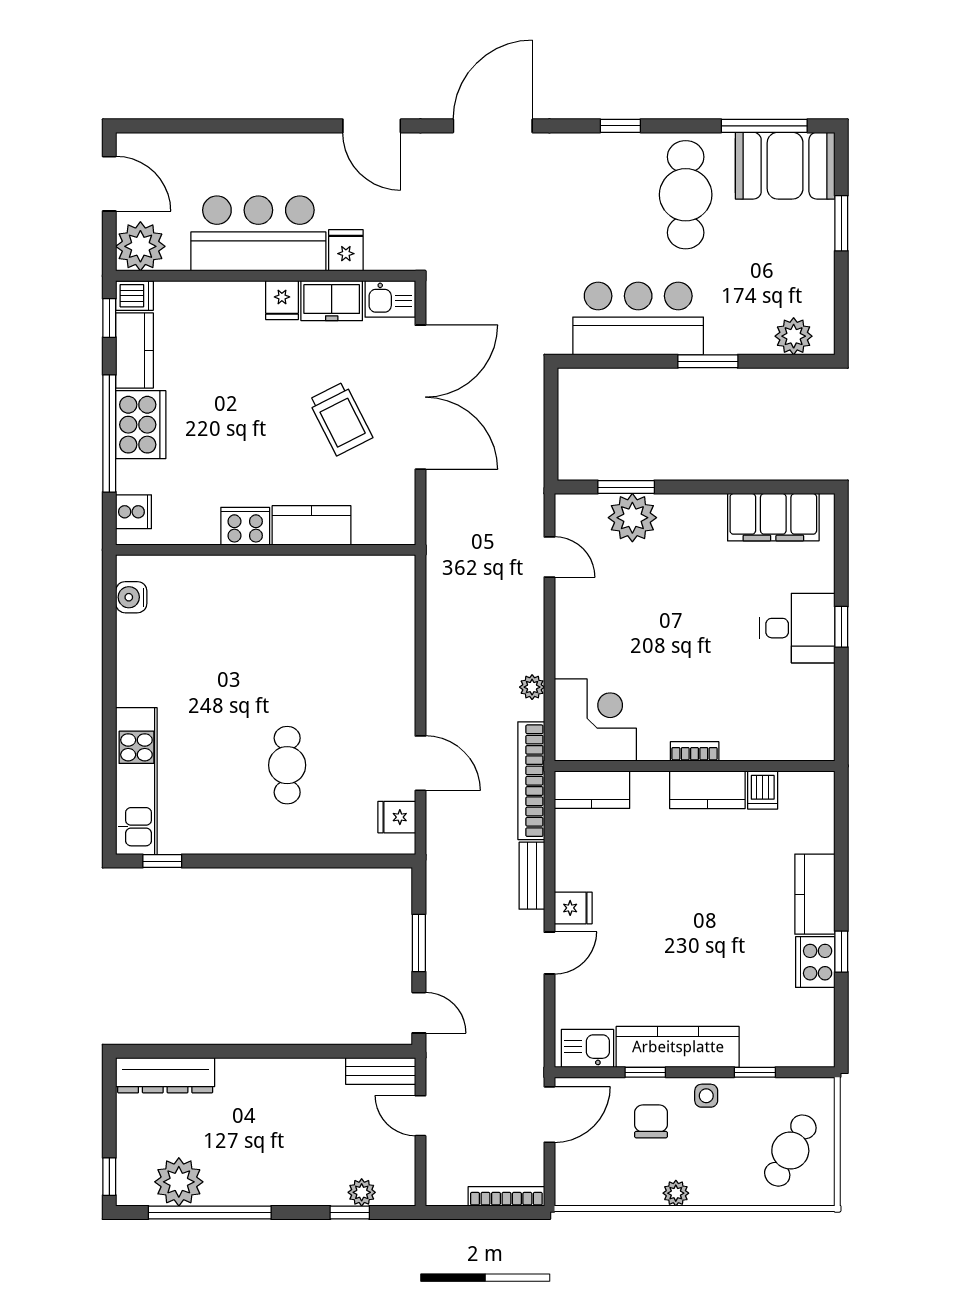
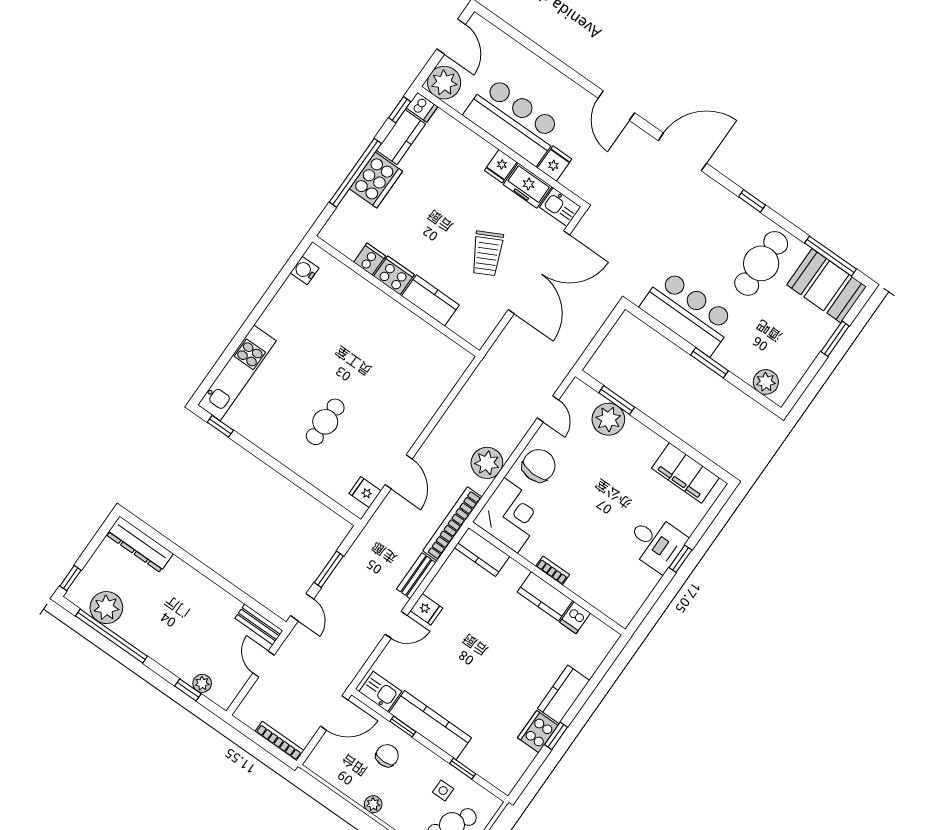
cooker: (134, 512) -> (370, 259), moved, turned -90
chair: (587, 635) -> (539, 466), added
plant: (532, 687) -> (487, 463), width x1.87, depth x1.87
side table: (706, 1096) -> (443, 791), moved

